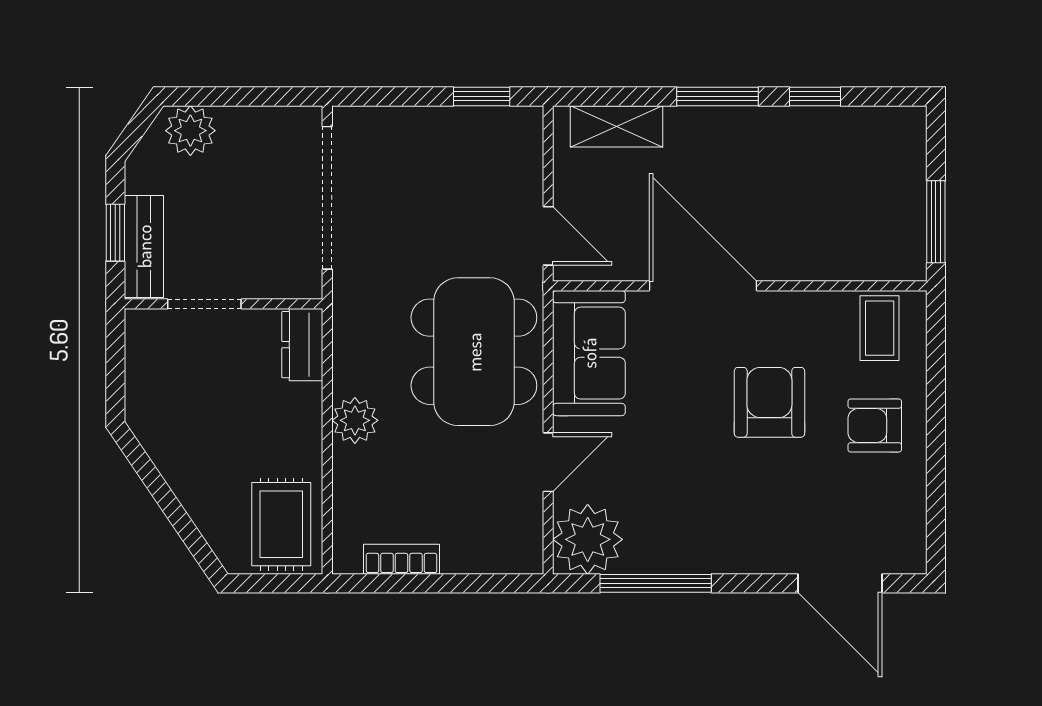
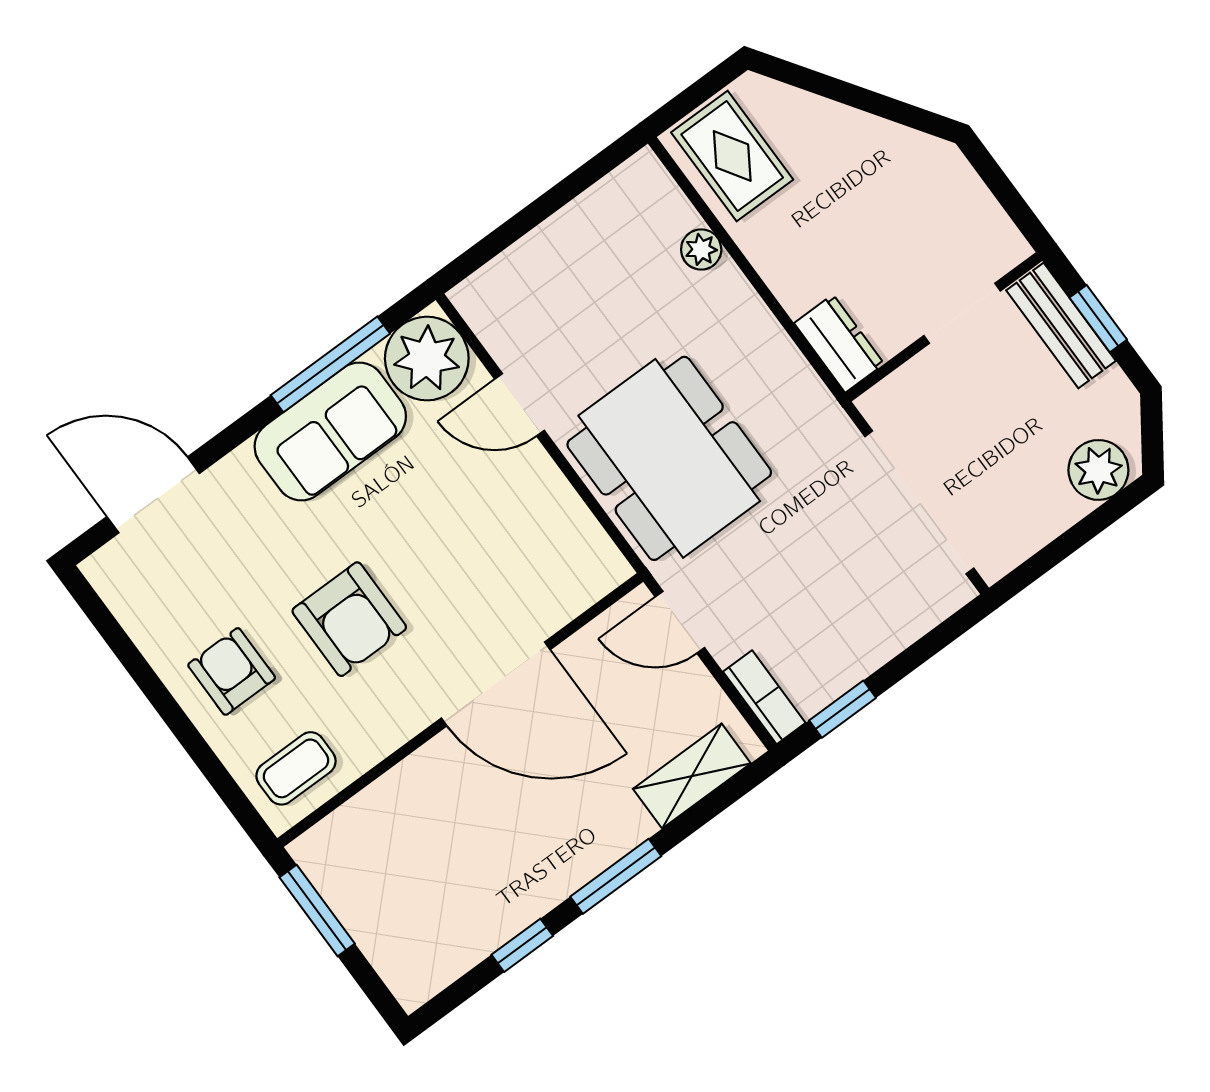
coffee table: (880, 328) -> (296, 768), turned 90
sofa: (589, 353) -> (330, 432), moved, turned -90
plant: (355, 420) -> (701, 249), moved, width x0.73, depth x0.73
armchair: (875, 426) -> (232, 671), turned -90
door: (548, 462) -> (520, 405), hinge flipped
bookcase: (401, 559) -> (764, 697), moved, turned -90

